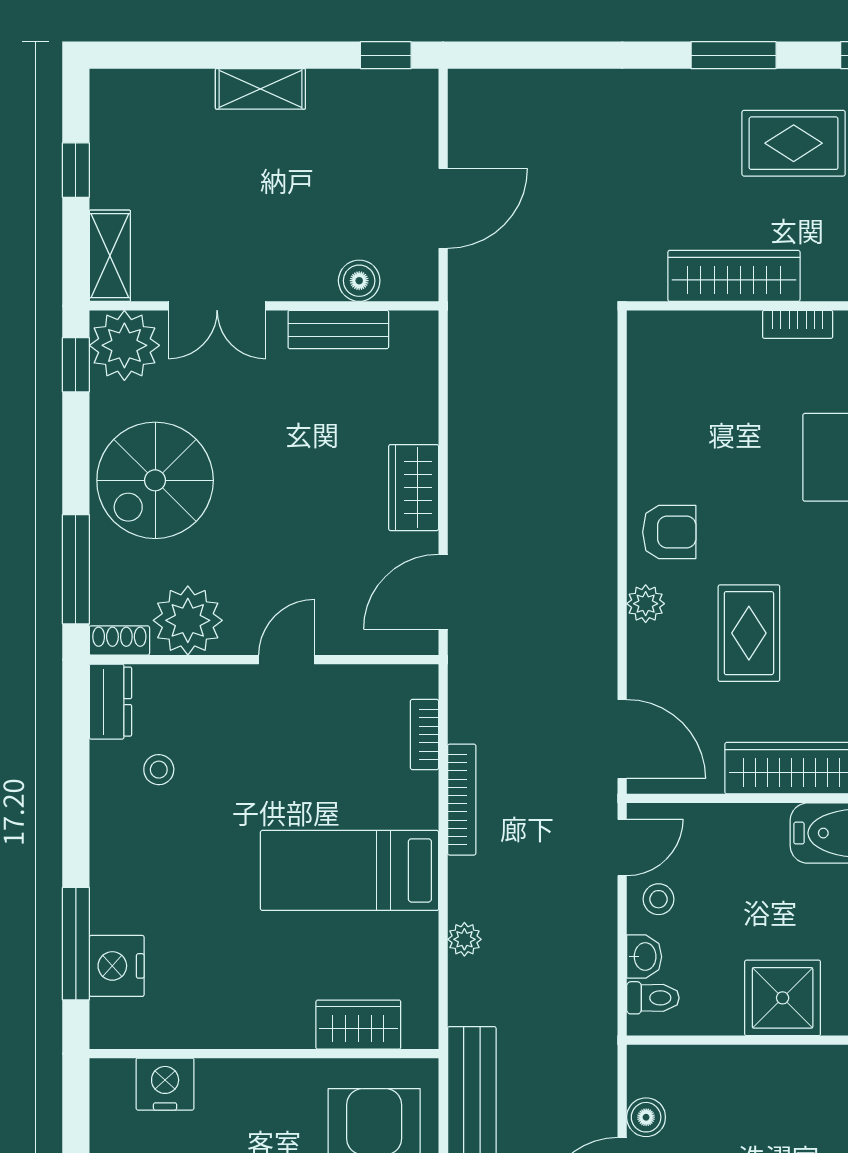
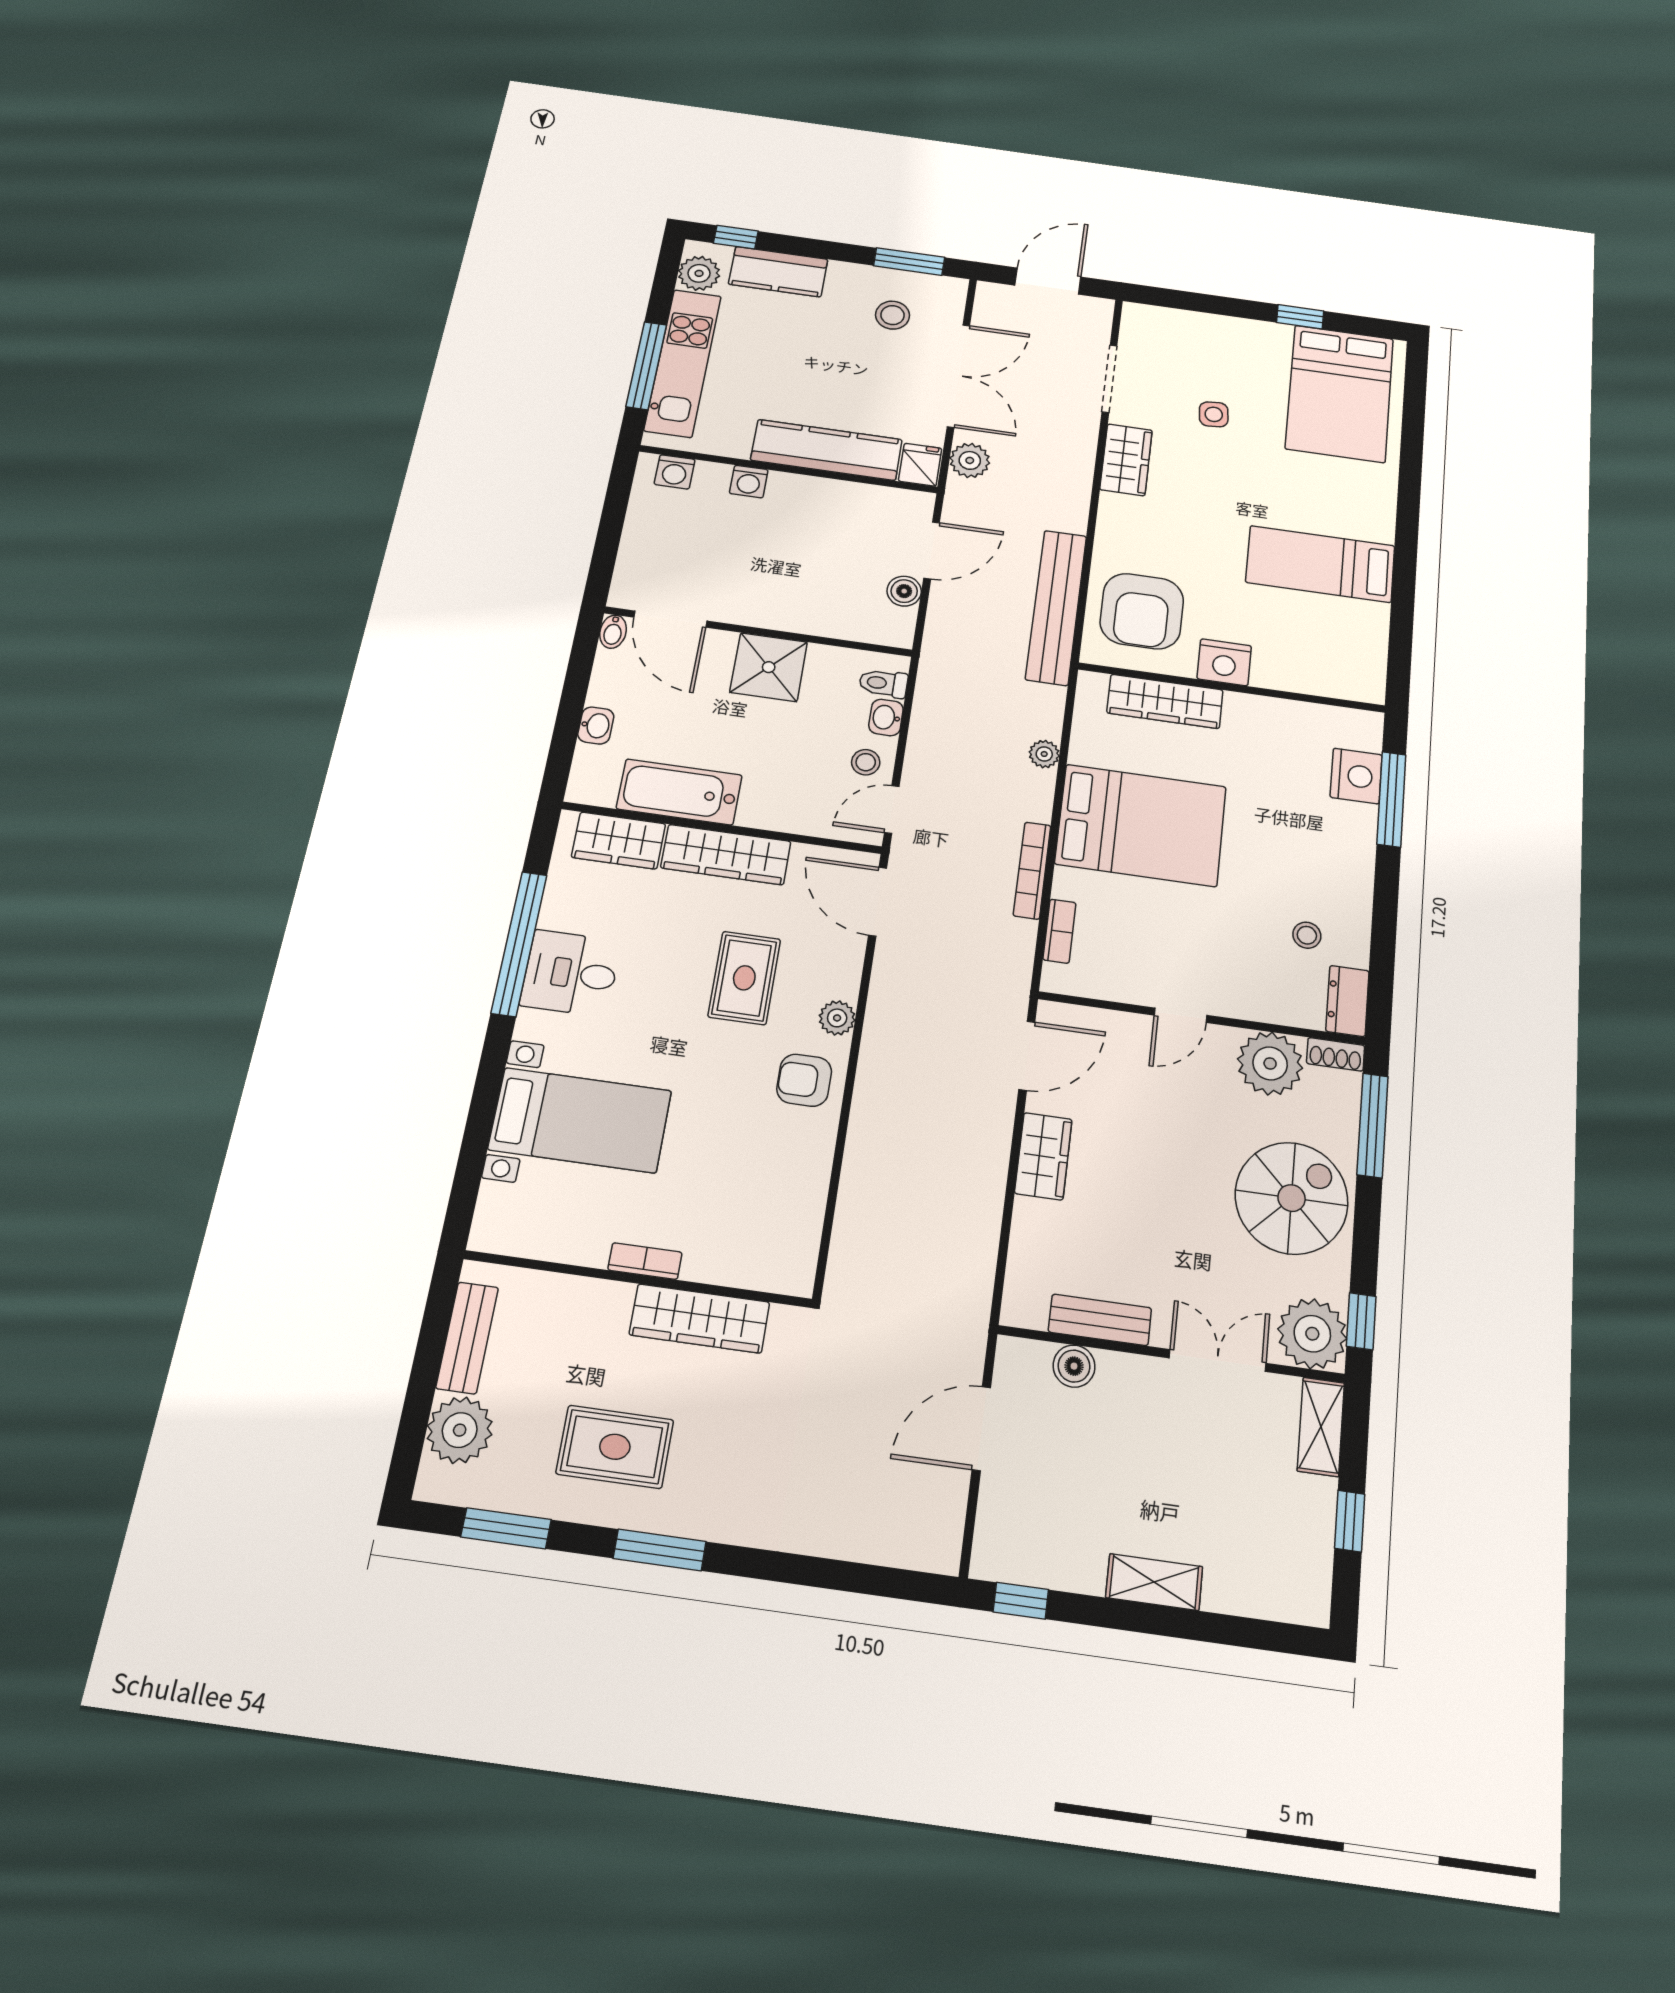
bed: (350, 870) -> (1141, 825), width x1.50
wardrobe: (358, 1025) -> (1165, 701), width x1.50
nightstand: (165, 1084) -> (1224, 662), moved

